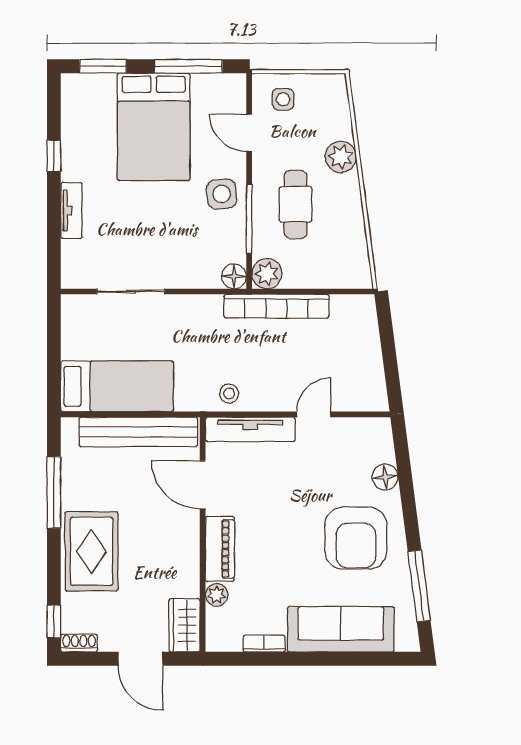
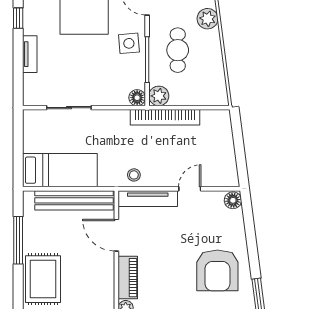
floor lamp: (385, 477) -> (233, 200), moved

